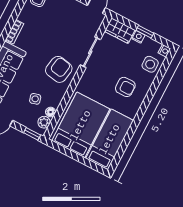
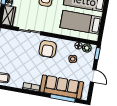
armchair: (59, 69) -> (48, 49), turned -100
bed: (81, 125) -> (81, 22), width x0.67

